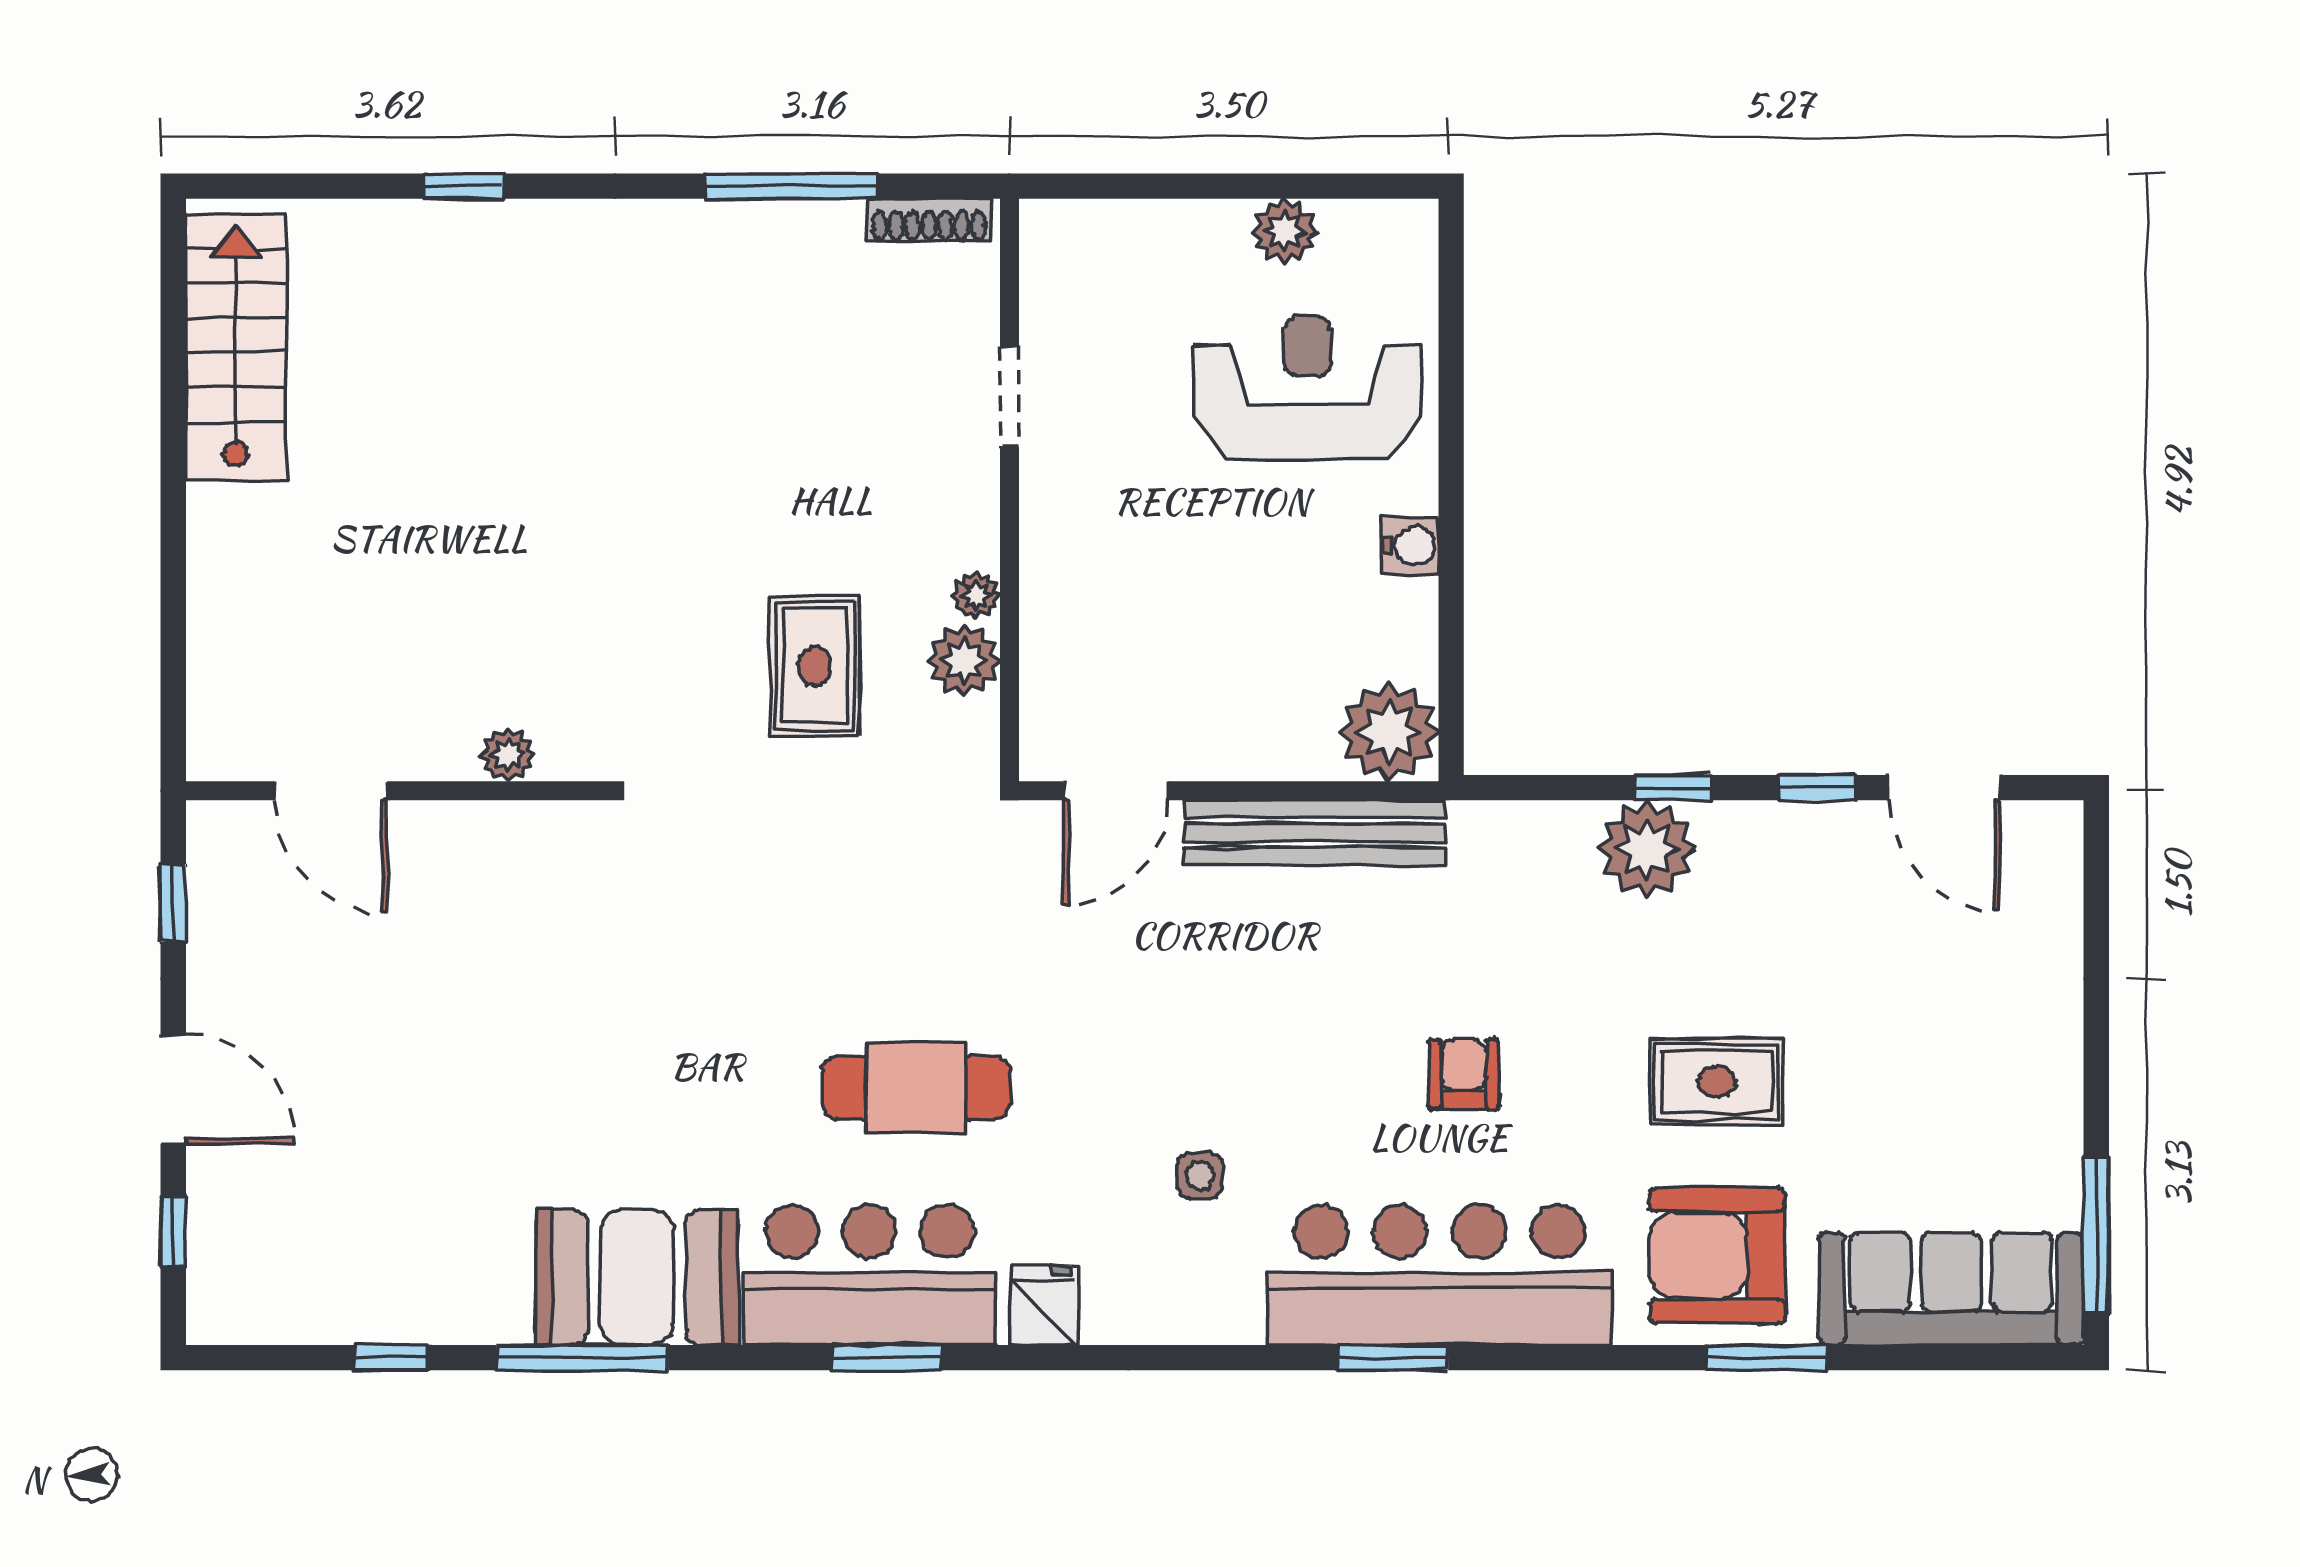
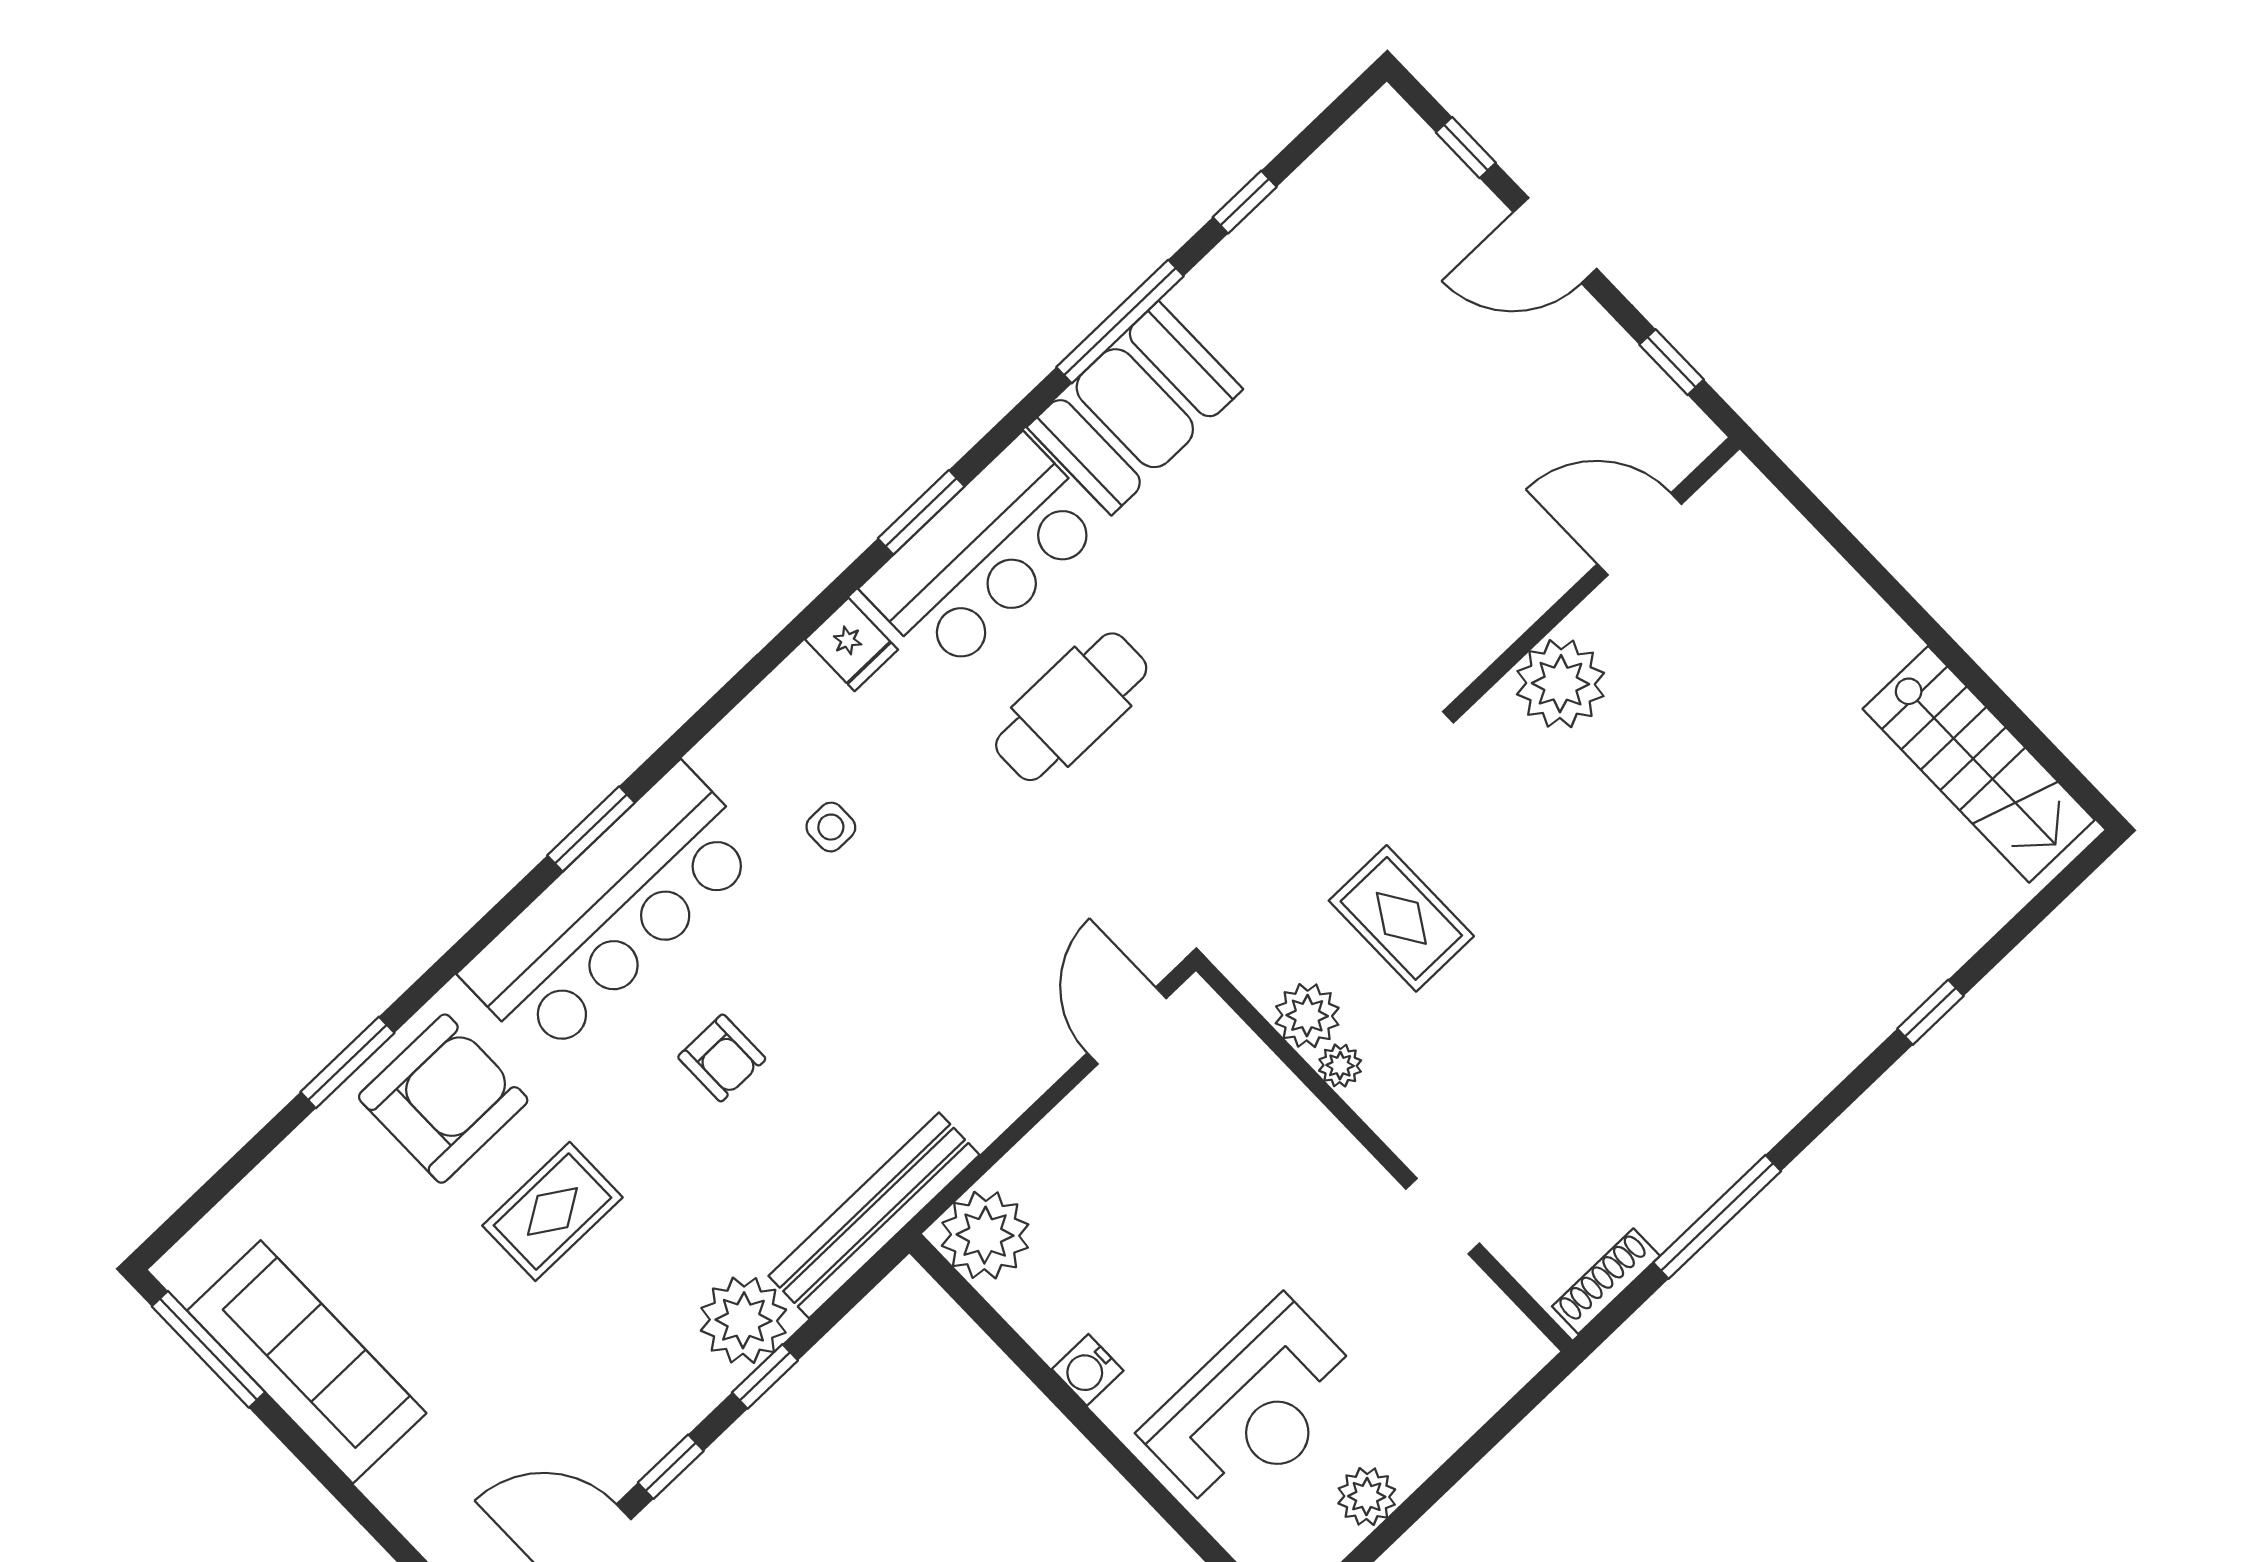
plant: (508, 755) -> (1560, 684), width x1.88, depth x1.88
bench: (1314, 833) -> (874, 1215), moved
sofa: (1951, 1289) -> (307, 1362), moved, turned -90

